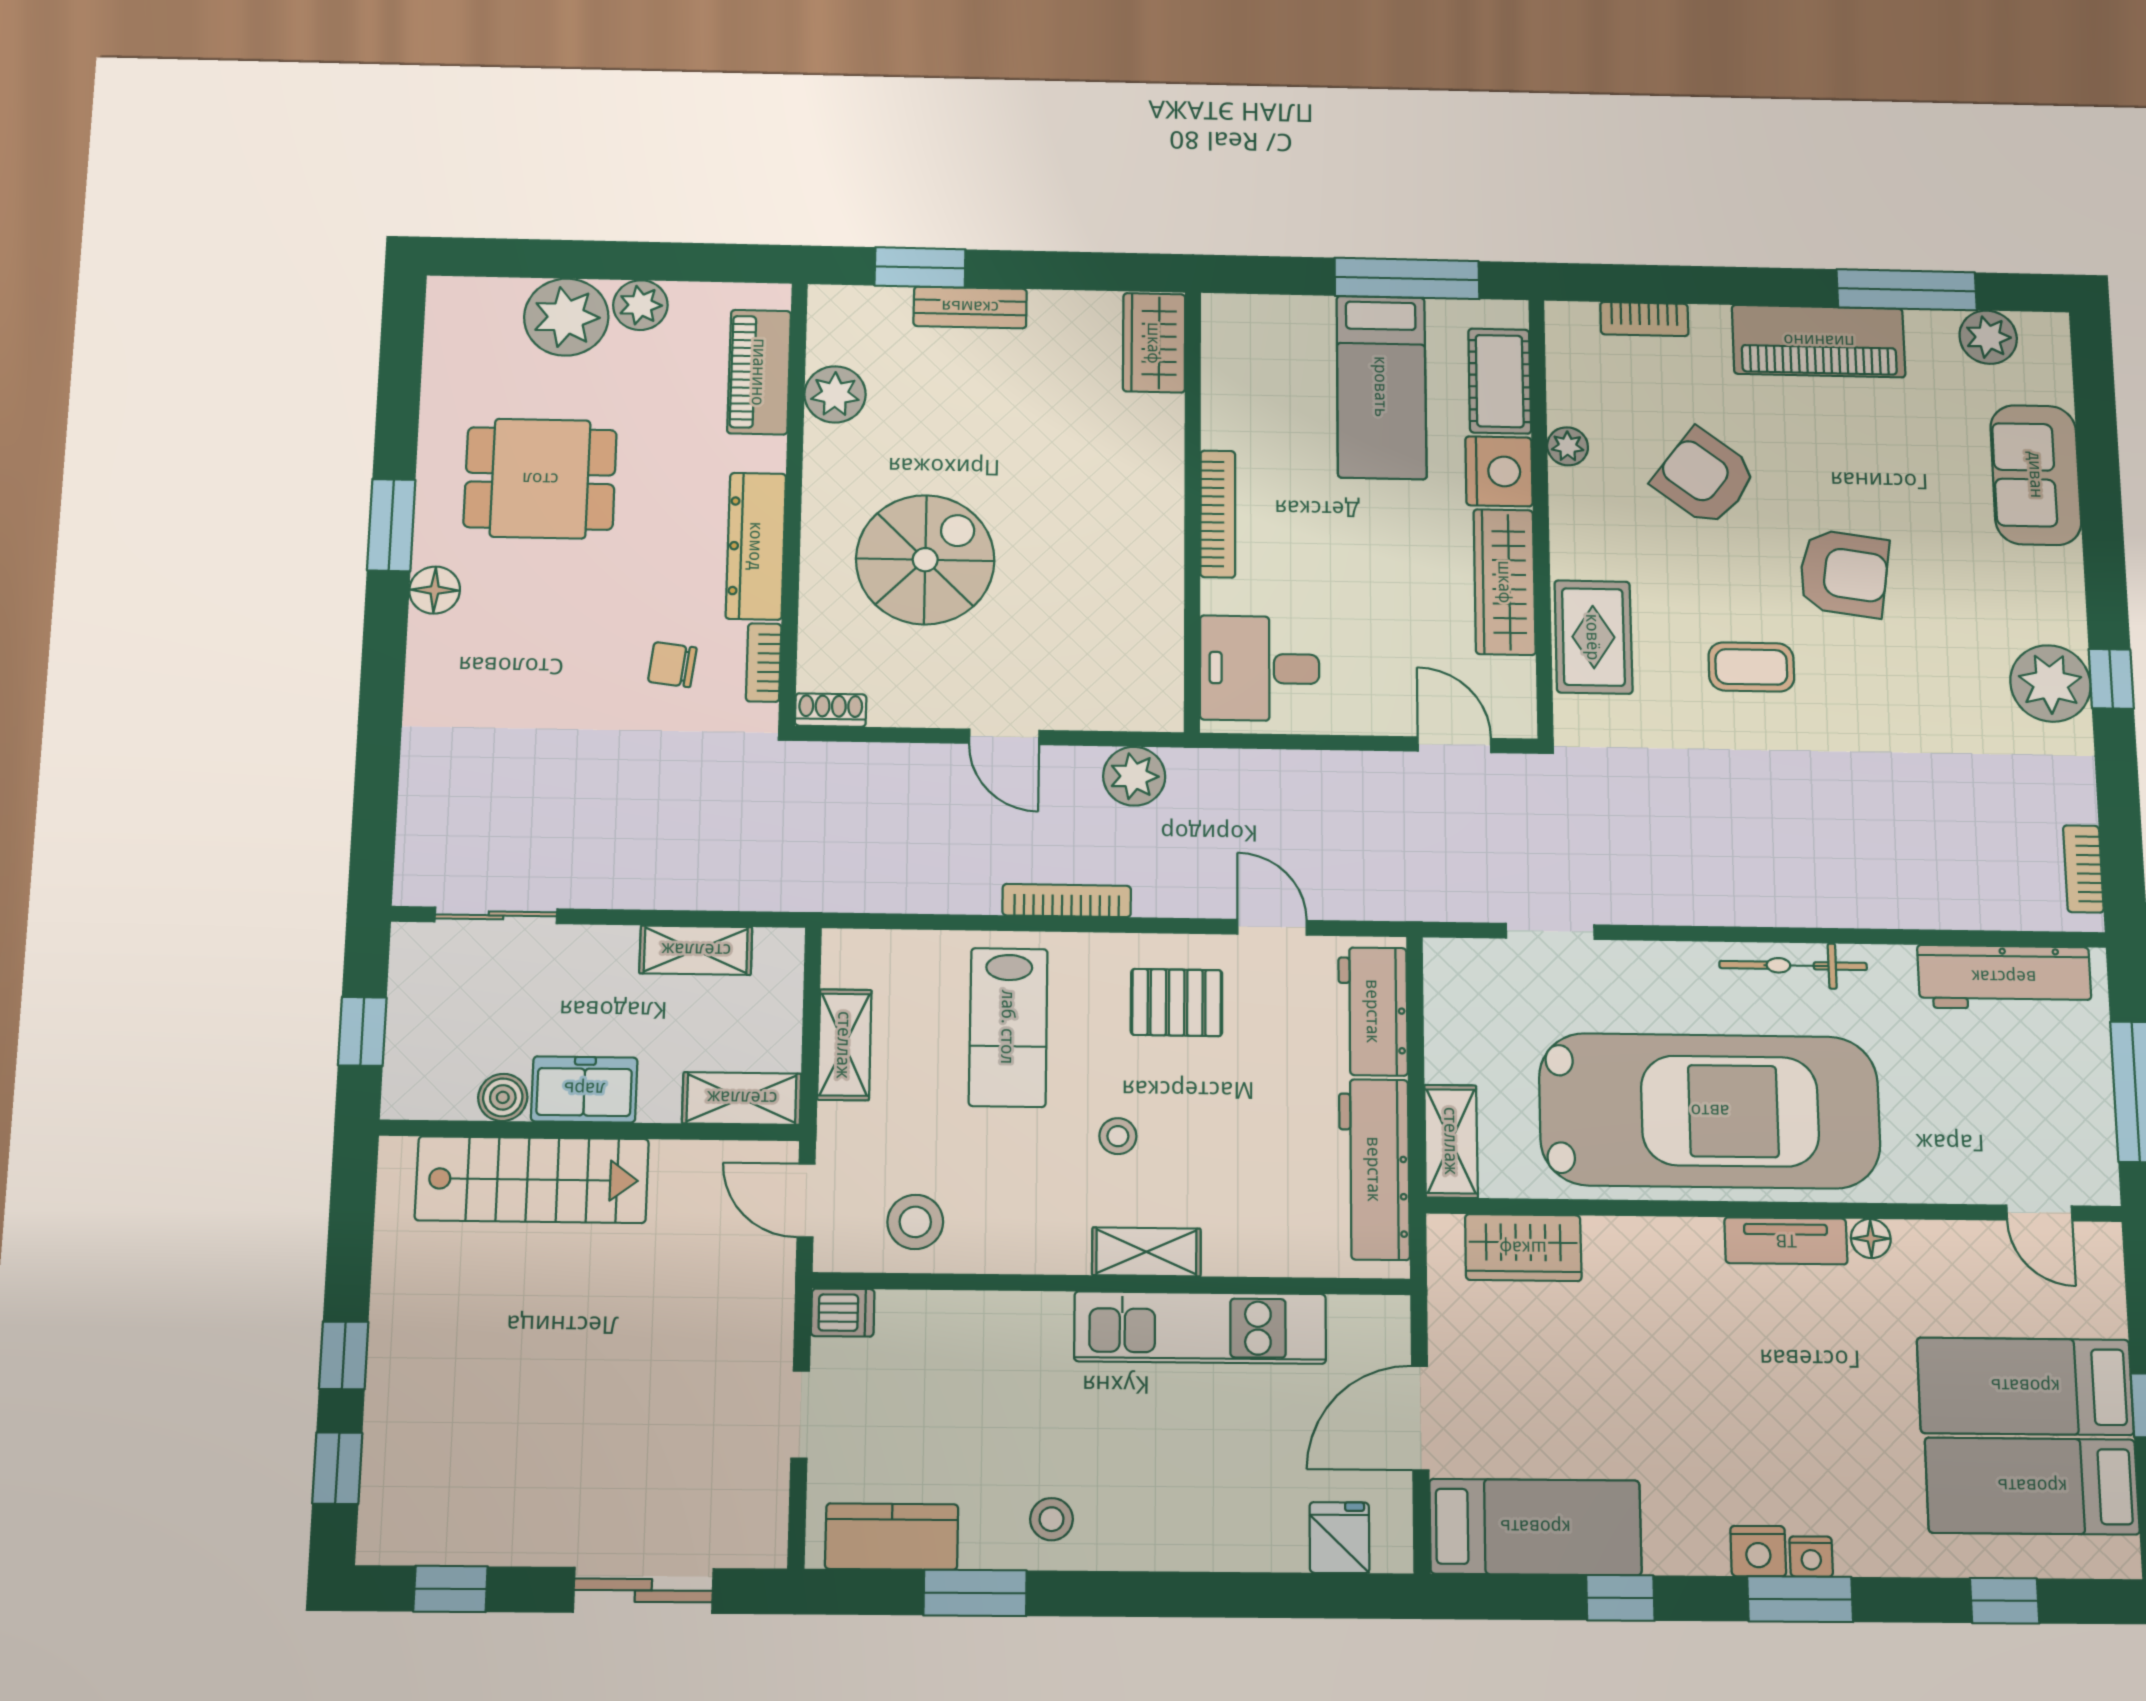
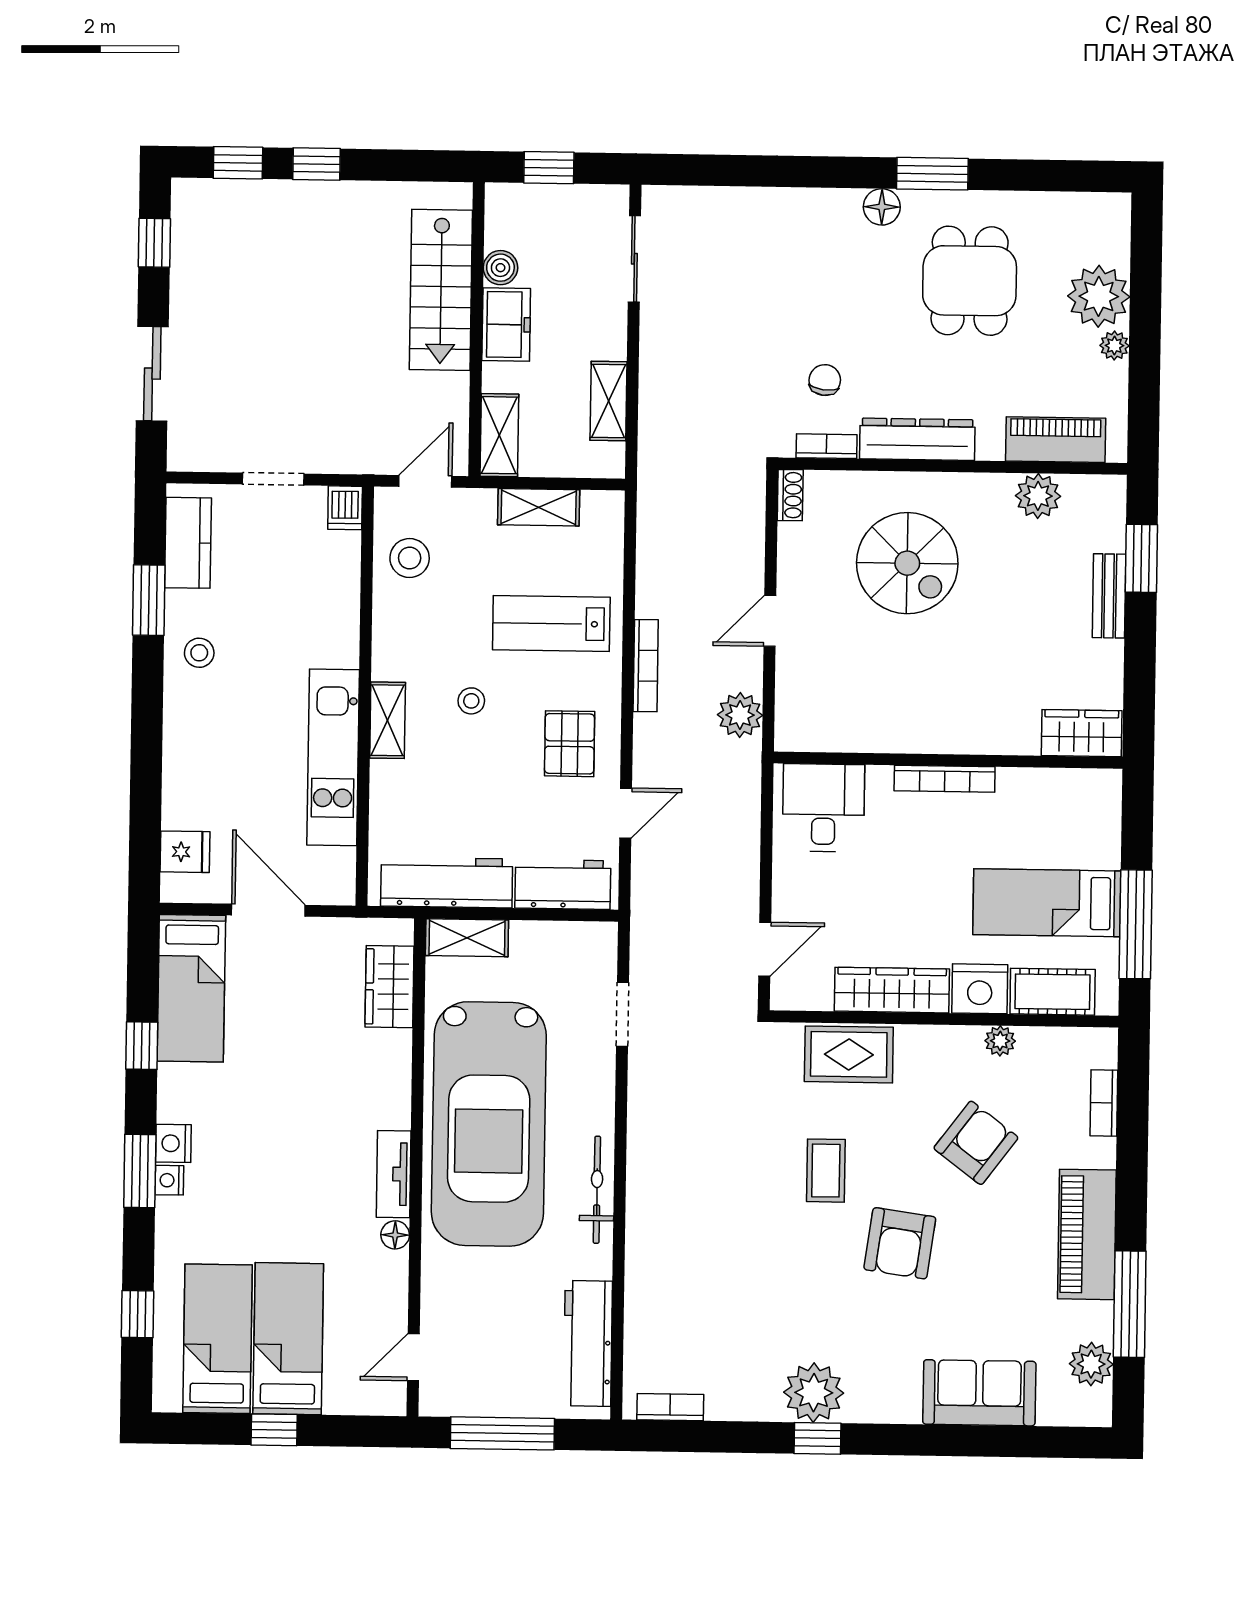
plant: (640, 305) -> (1114, 346), width x0.73, depth x0.73

